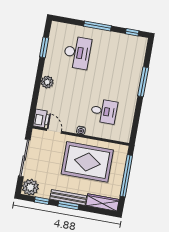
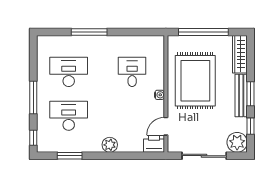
window: (132, 32) -> (33, 138), moved
desk: (113, 59) -> (69, 72), added

